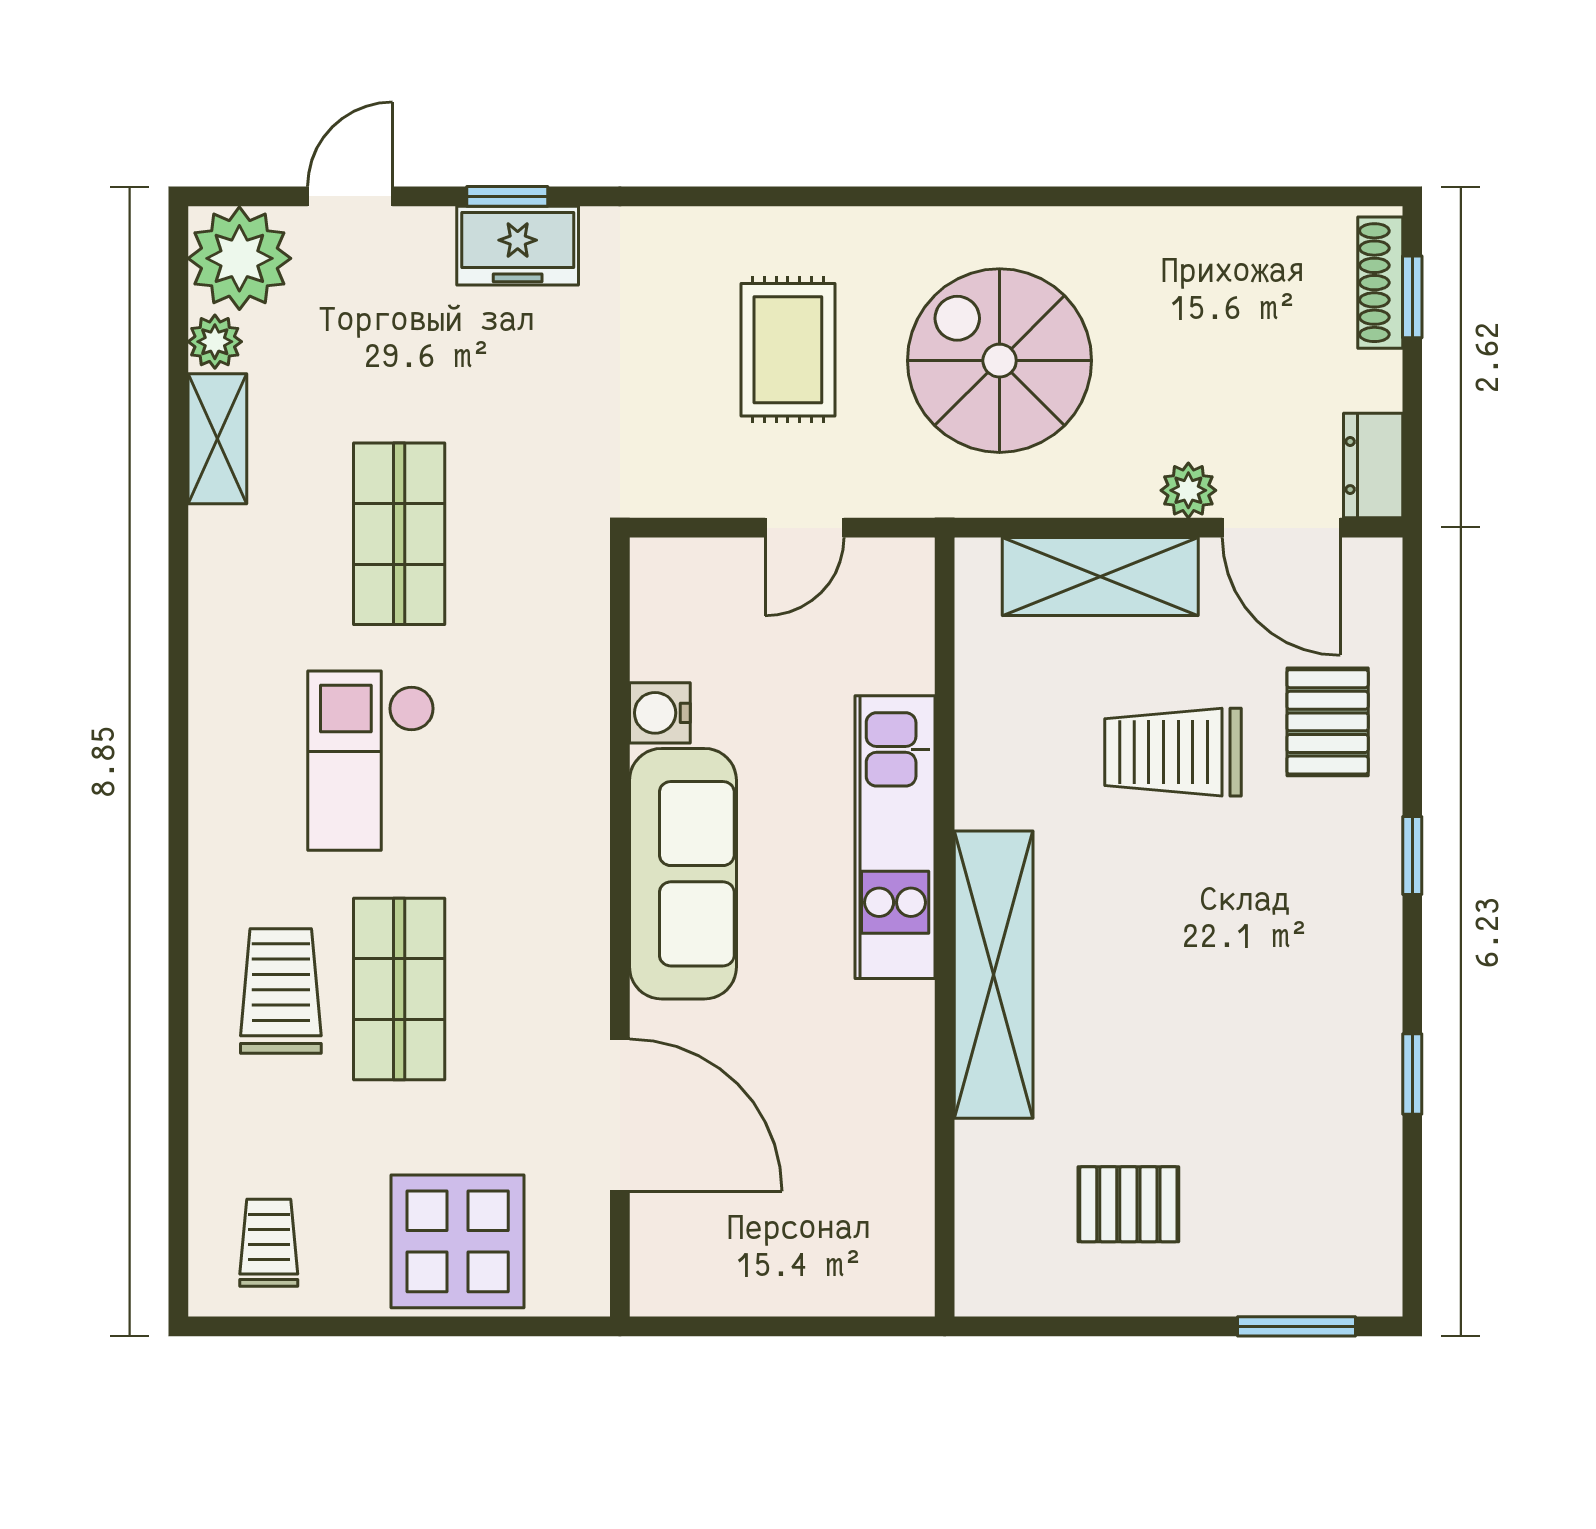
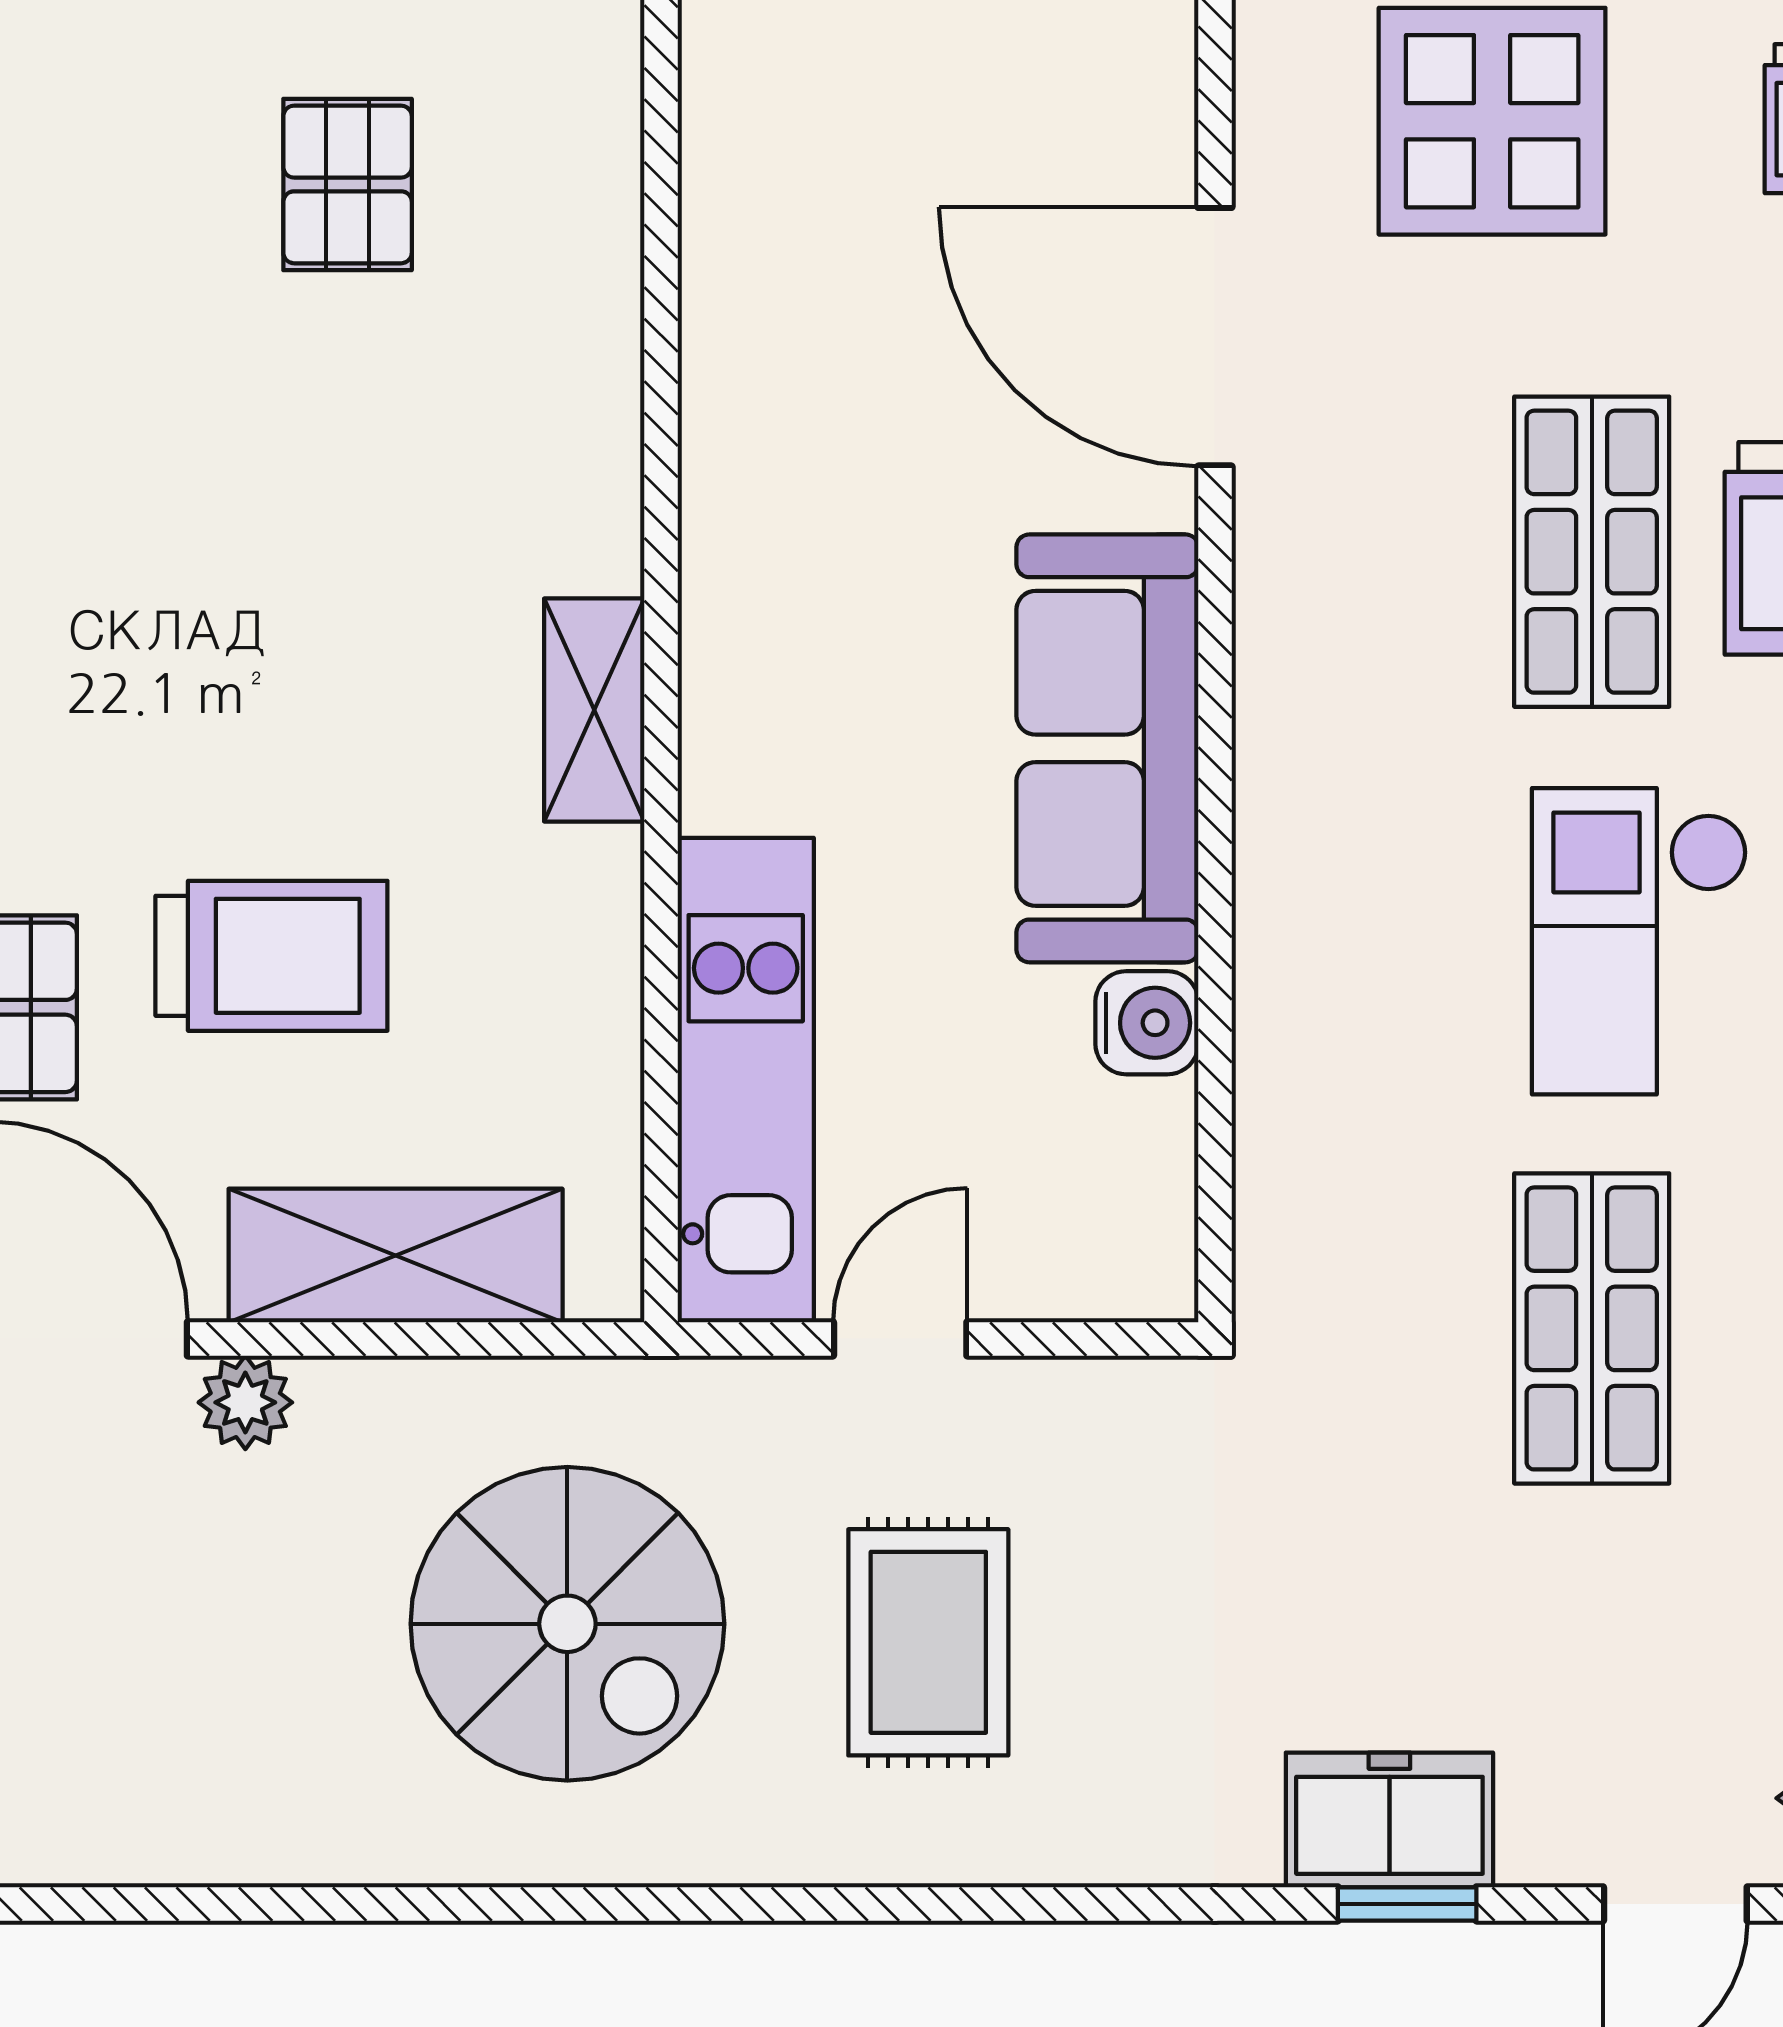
checkout: (371, 761) -> (1640, 941), turned 180
kitchen unit: (895, 837) -> (746, 1079), moved
shelving: (994, 975) -> (594, 710), width x0.45, depth x0.75
pallet: (1128, 1204) -> (348, 184), turned 90

